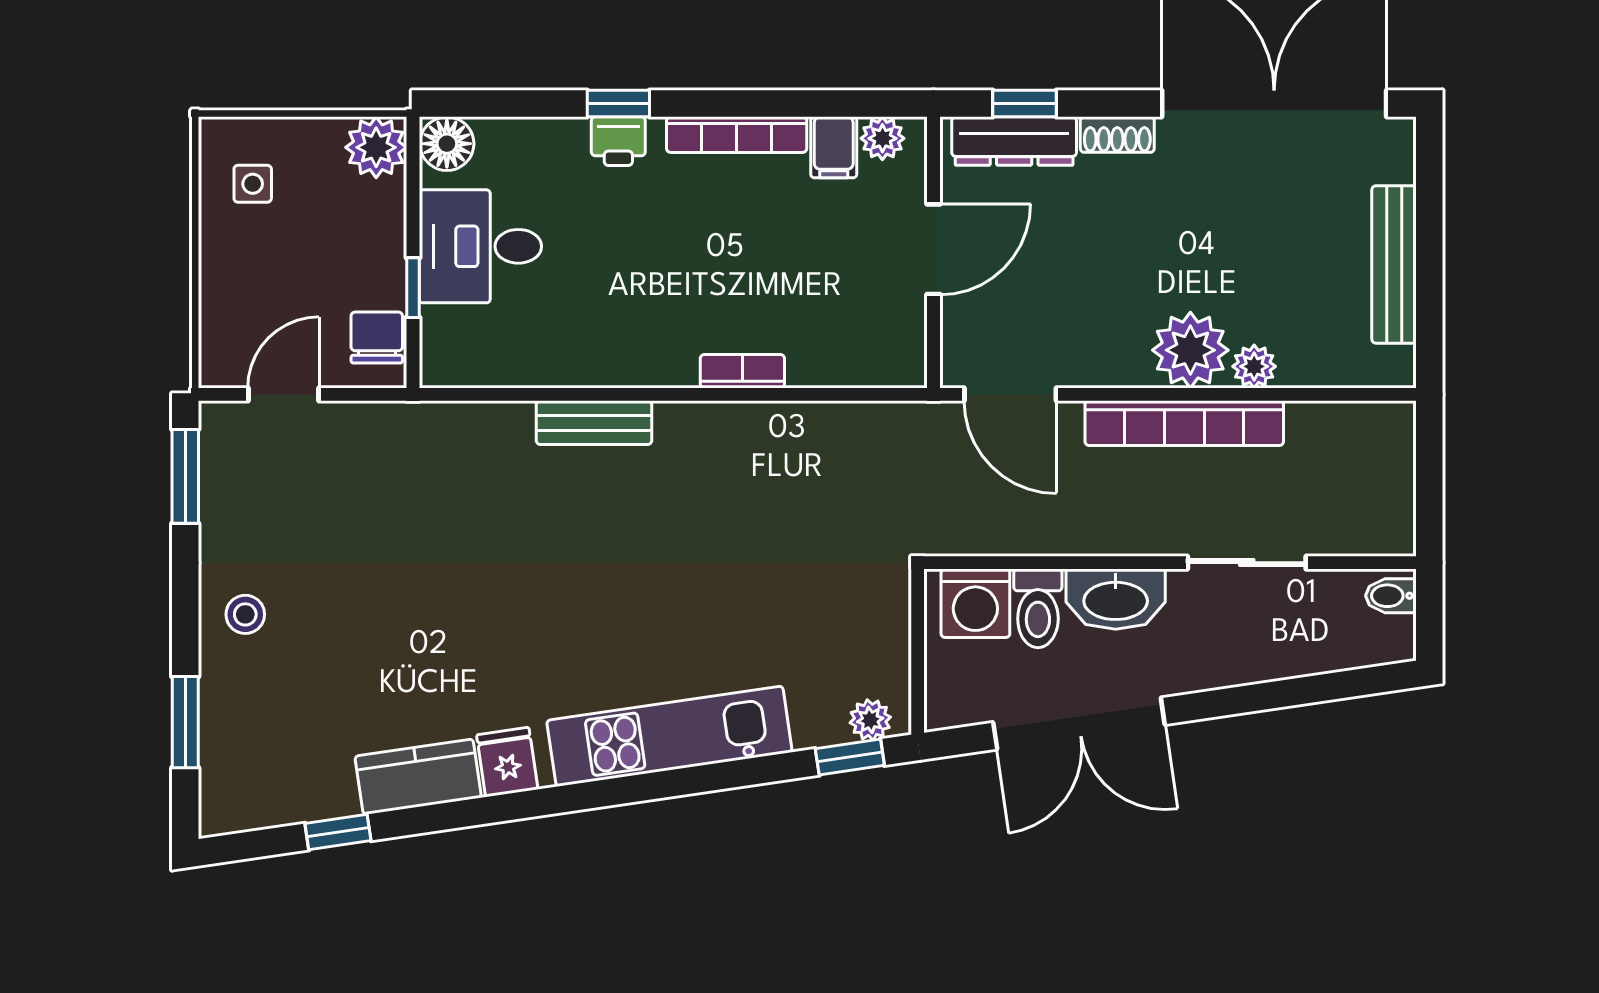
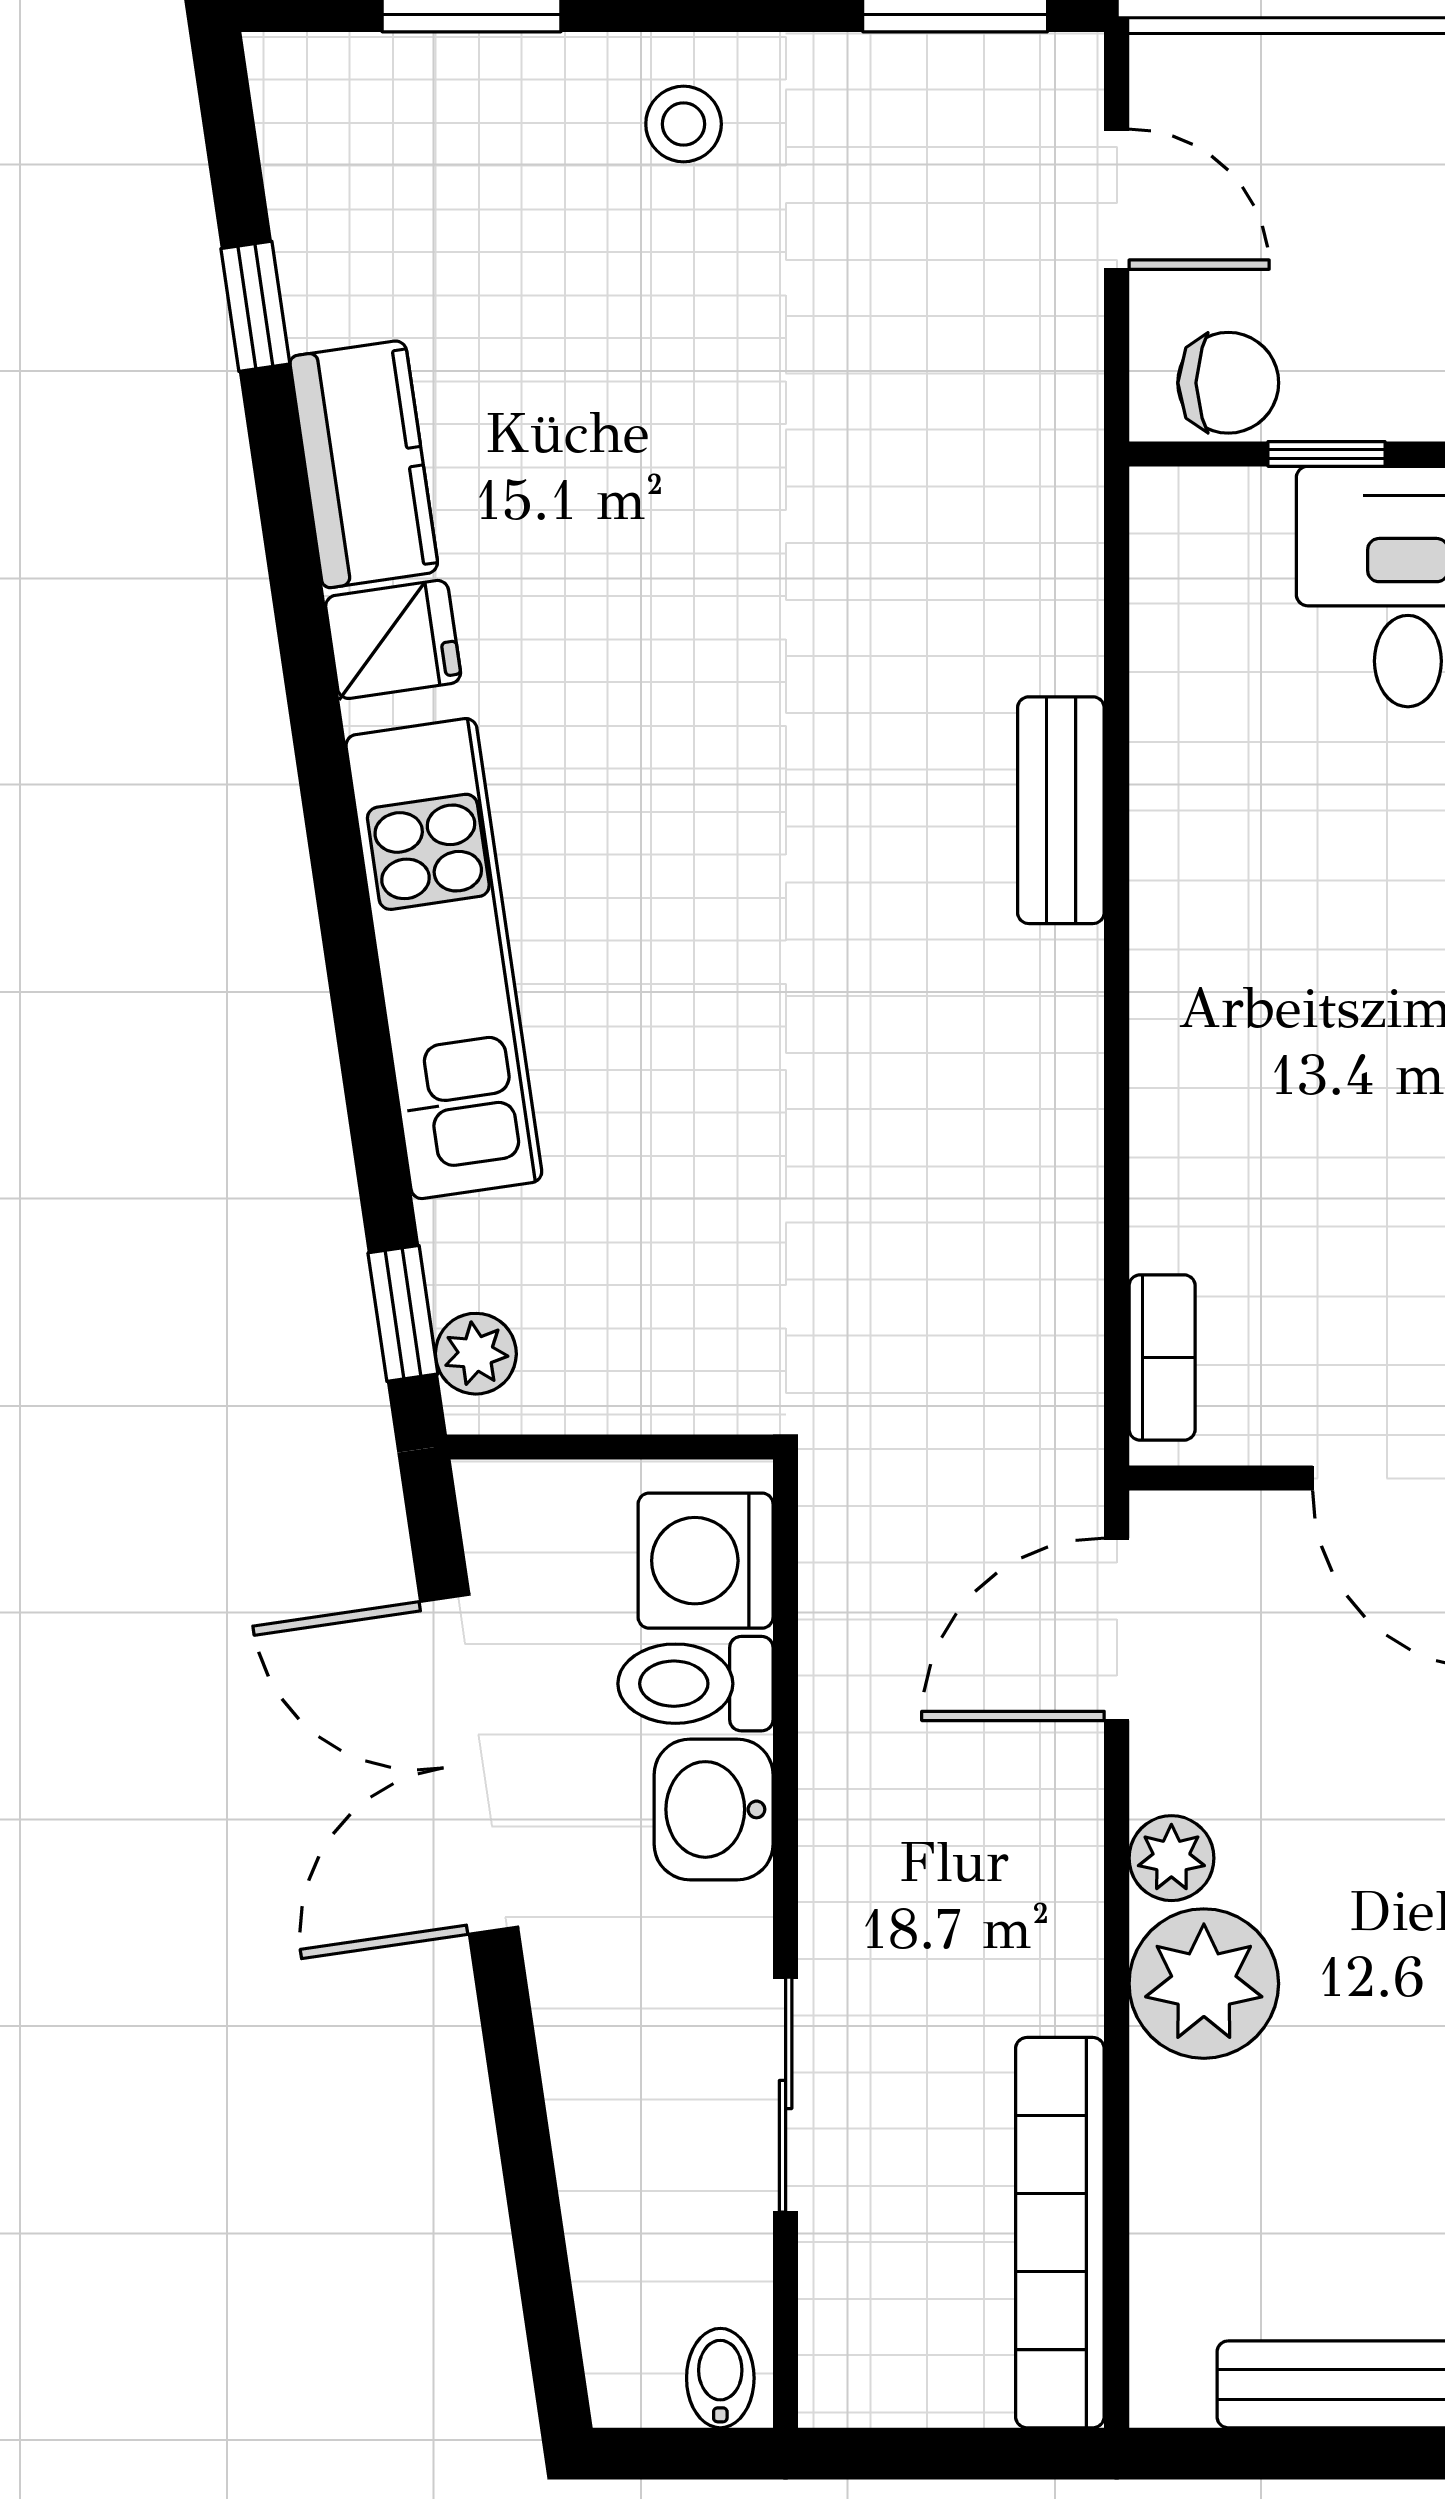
plant: (1254, 366) -> (1171, 1858), moved
bookcase: (742, 371) -> (1162, 1357), moved
bookcase: (1184, 423) -> (1060, 2233), moved
washbasin: (1116, 599) -> (714, 1809), width x0.72

